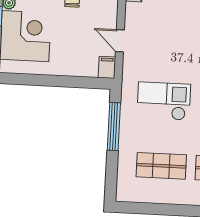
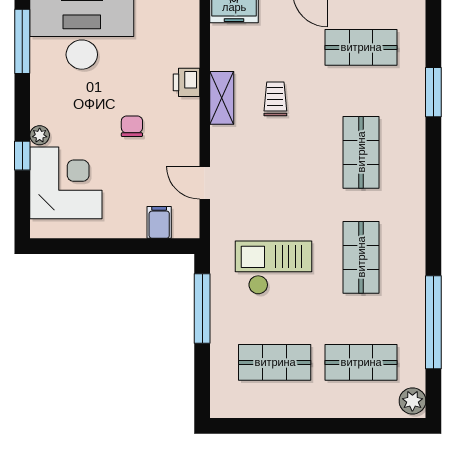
filing cabinet: (107, 67) -> (159, 222), moved

